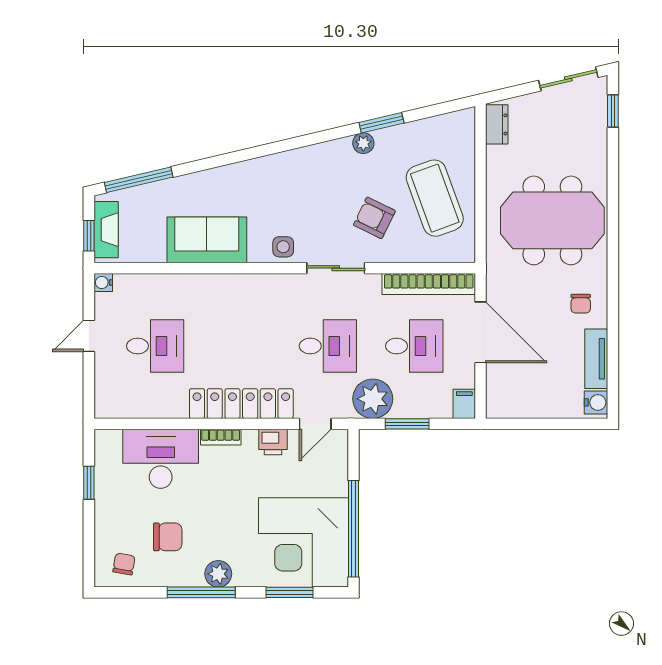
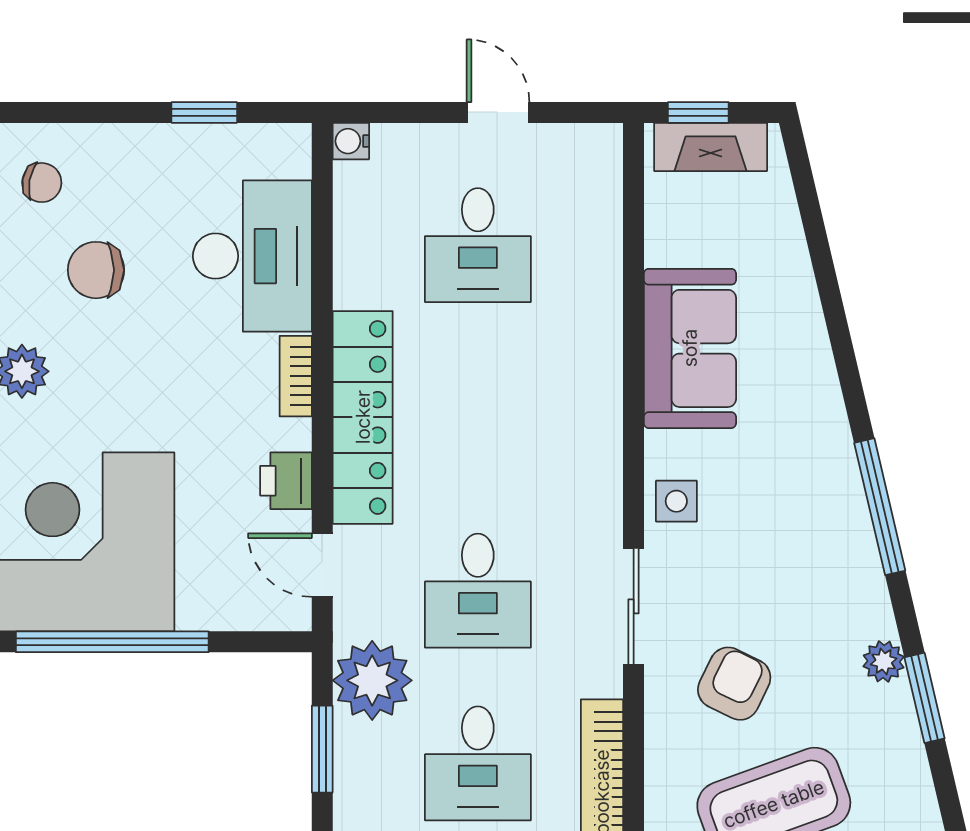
window: (139, 180) -> (880, 507), moved
water cooler: (103, 283) -> (351, 141), moved, turned -90
chair: (168, 537) -> (96, 270), turned 90

